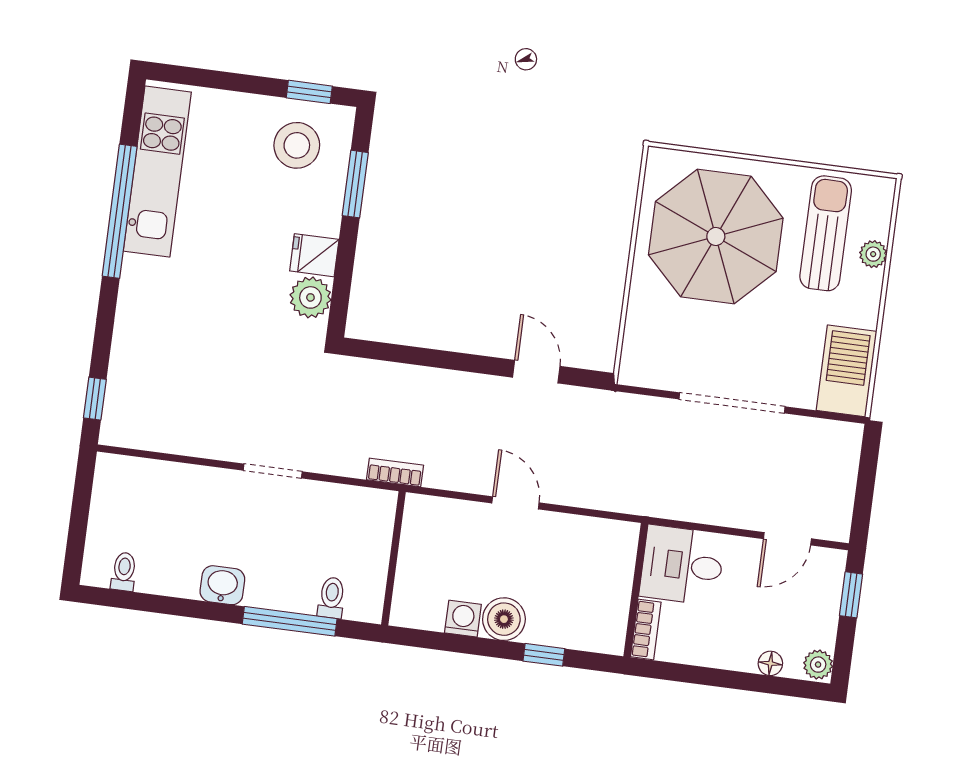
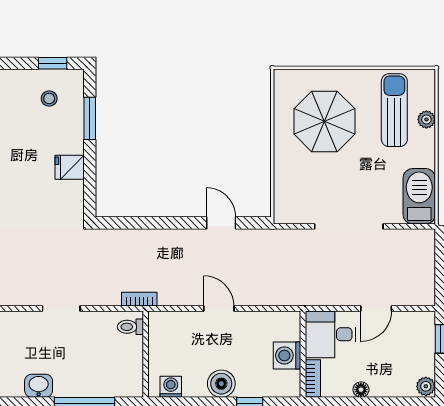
stool: (297, 145) -> (49, 99), width x0.53, depth x0.53
parasol: (716, 236) -> (324, 121), width x0.73, depth x0.73
plant: (310, 297) -> (71, 194), removed
door: (787, 539) -> (376, 308), moved
washing machine: (611, 589) -> (287, 355), added
toilet: (332, 598) -> (130, 327), moved, turned -90
washing machine: (463, 619) -> (171, 387), moved
floor lamp: (770, 663) -> (361, 390), moved

